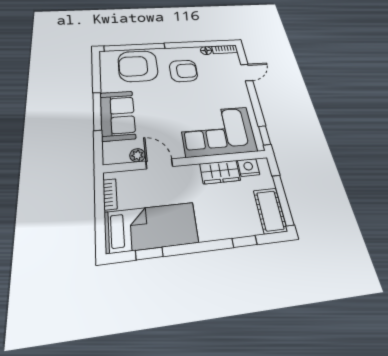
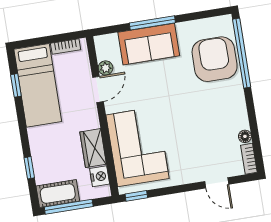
armchair: (183, 71) -> (212, 110), removed

